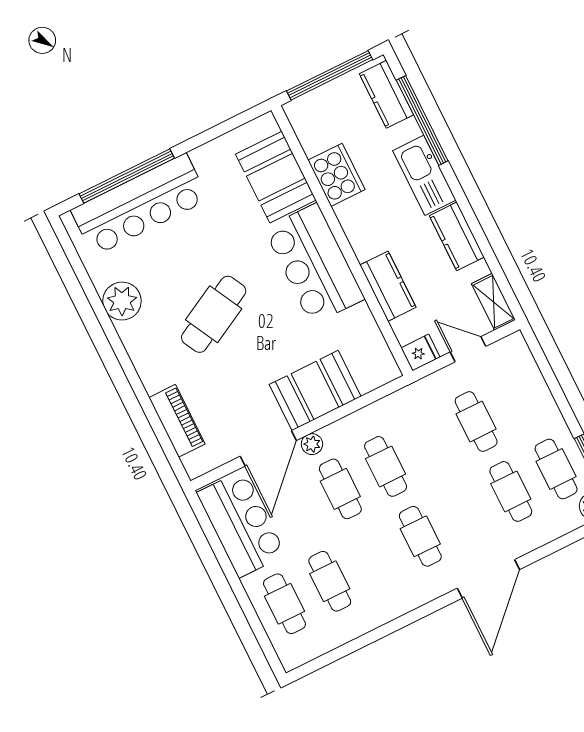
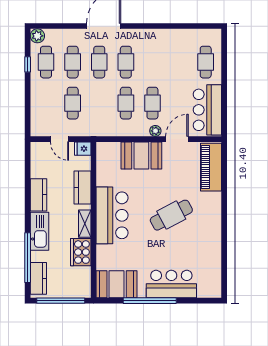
window: (127, 176) -> (150, 301), moved
booth: (276, 177) -> (117, 284), moved, turned 90
bar counter: (140, 205) -> (171, 284), width x0.73
plant: (122, 301) -> (211, 243), removed
shelving: (493, 302) -> (85, 224), moved
piano: (177, 421) -> (211, 167), width x1.37, depth x1.33
door: (268, 448) -> (177, 139), width x0.73
cafe table: (330, 581) -> (99, 62), moved

